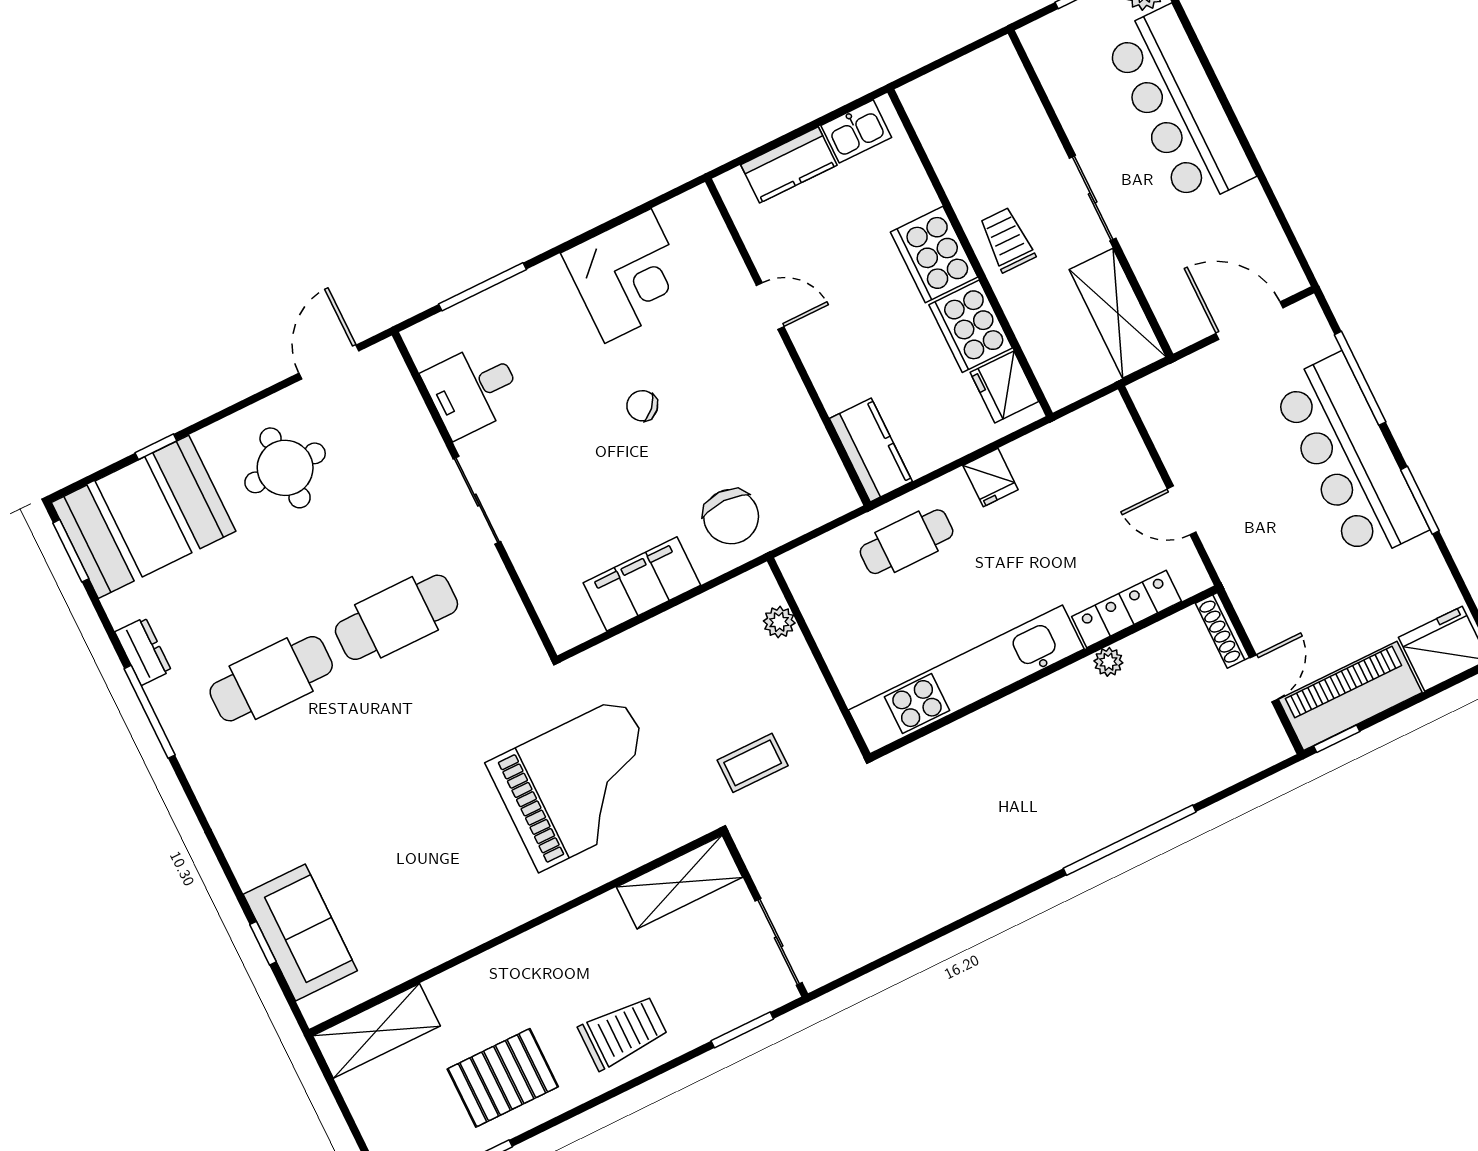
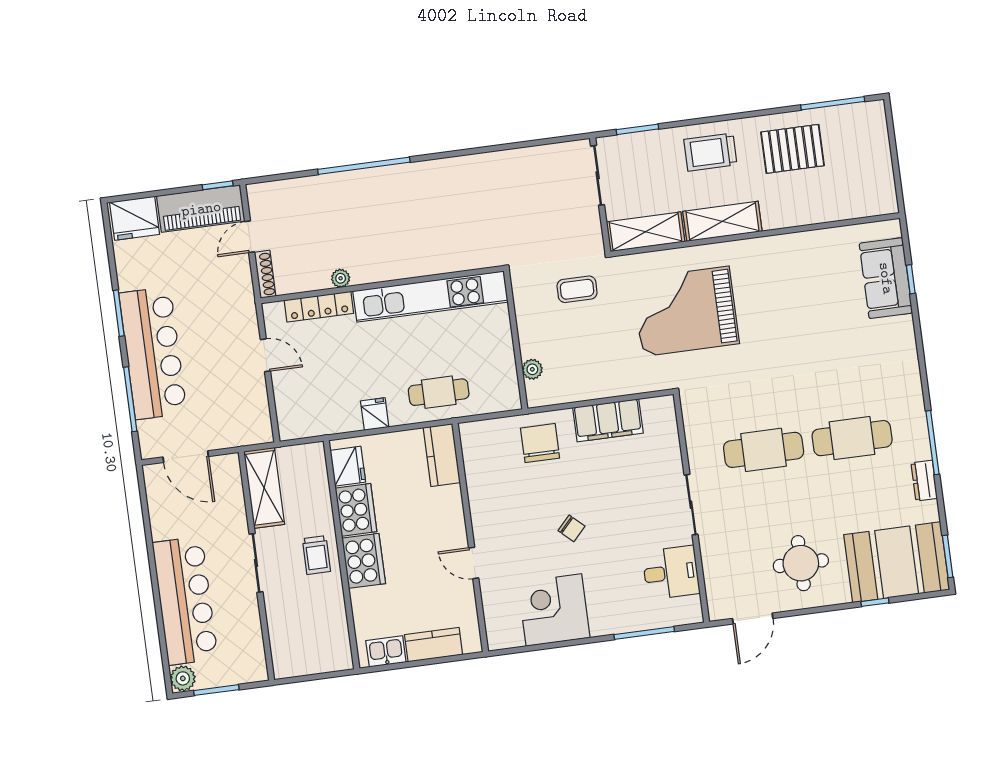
shelving: (376, 1031) -> (722, 221), moved

